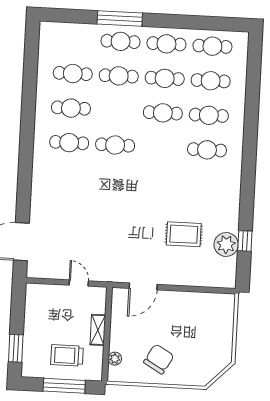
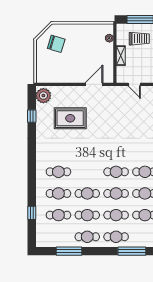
window: (120, 18) -> (132, 251), moved
window: (197, 22) -> (69, 251), added
cafe table: (212, 46) -> (116, 193), moved
window: (253, 87) -> (32, 213), added
rug: (184, 234) -> (70, 118), width x1.36, depth x1.43
plant: (226, 245) -> (43, 96), moved
chair: (159, 359) -> (56, 44), moved, turned -103

